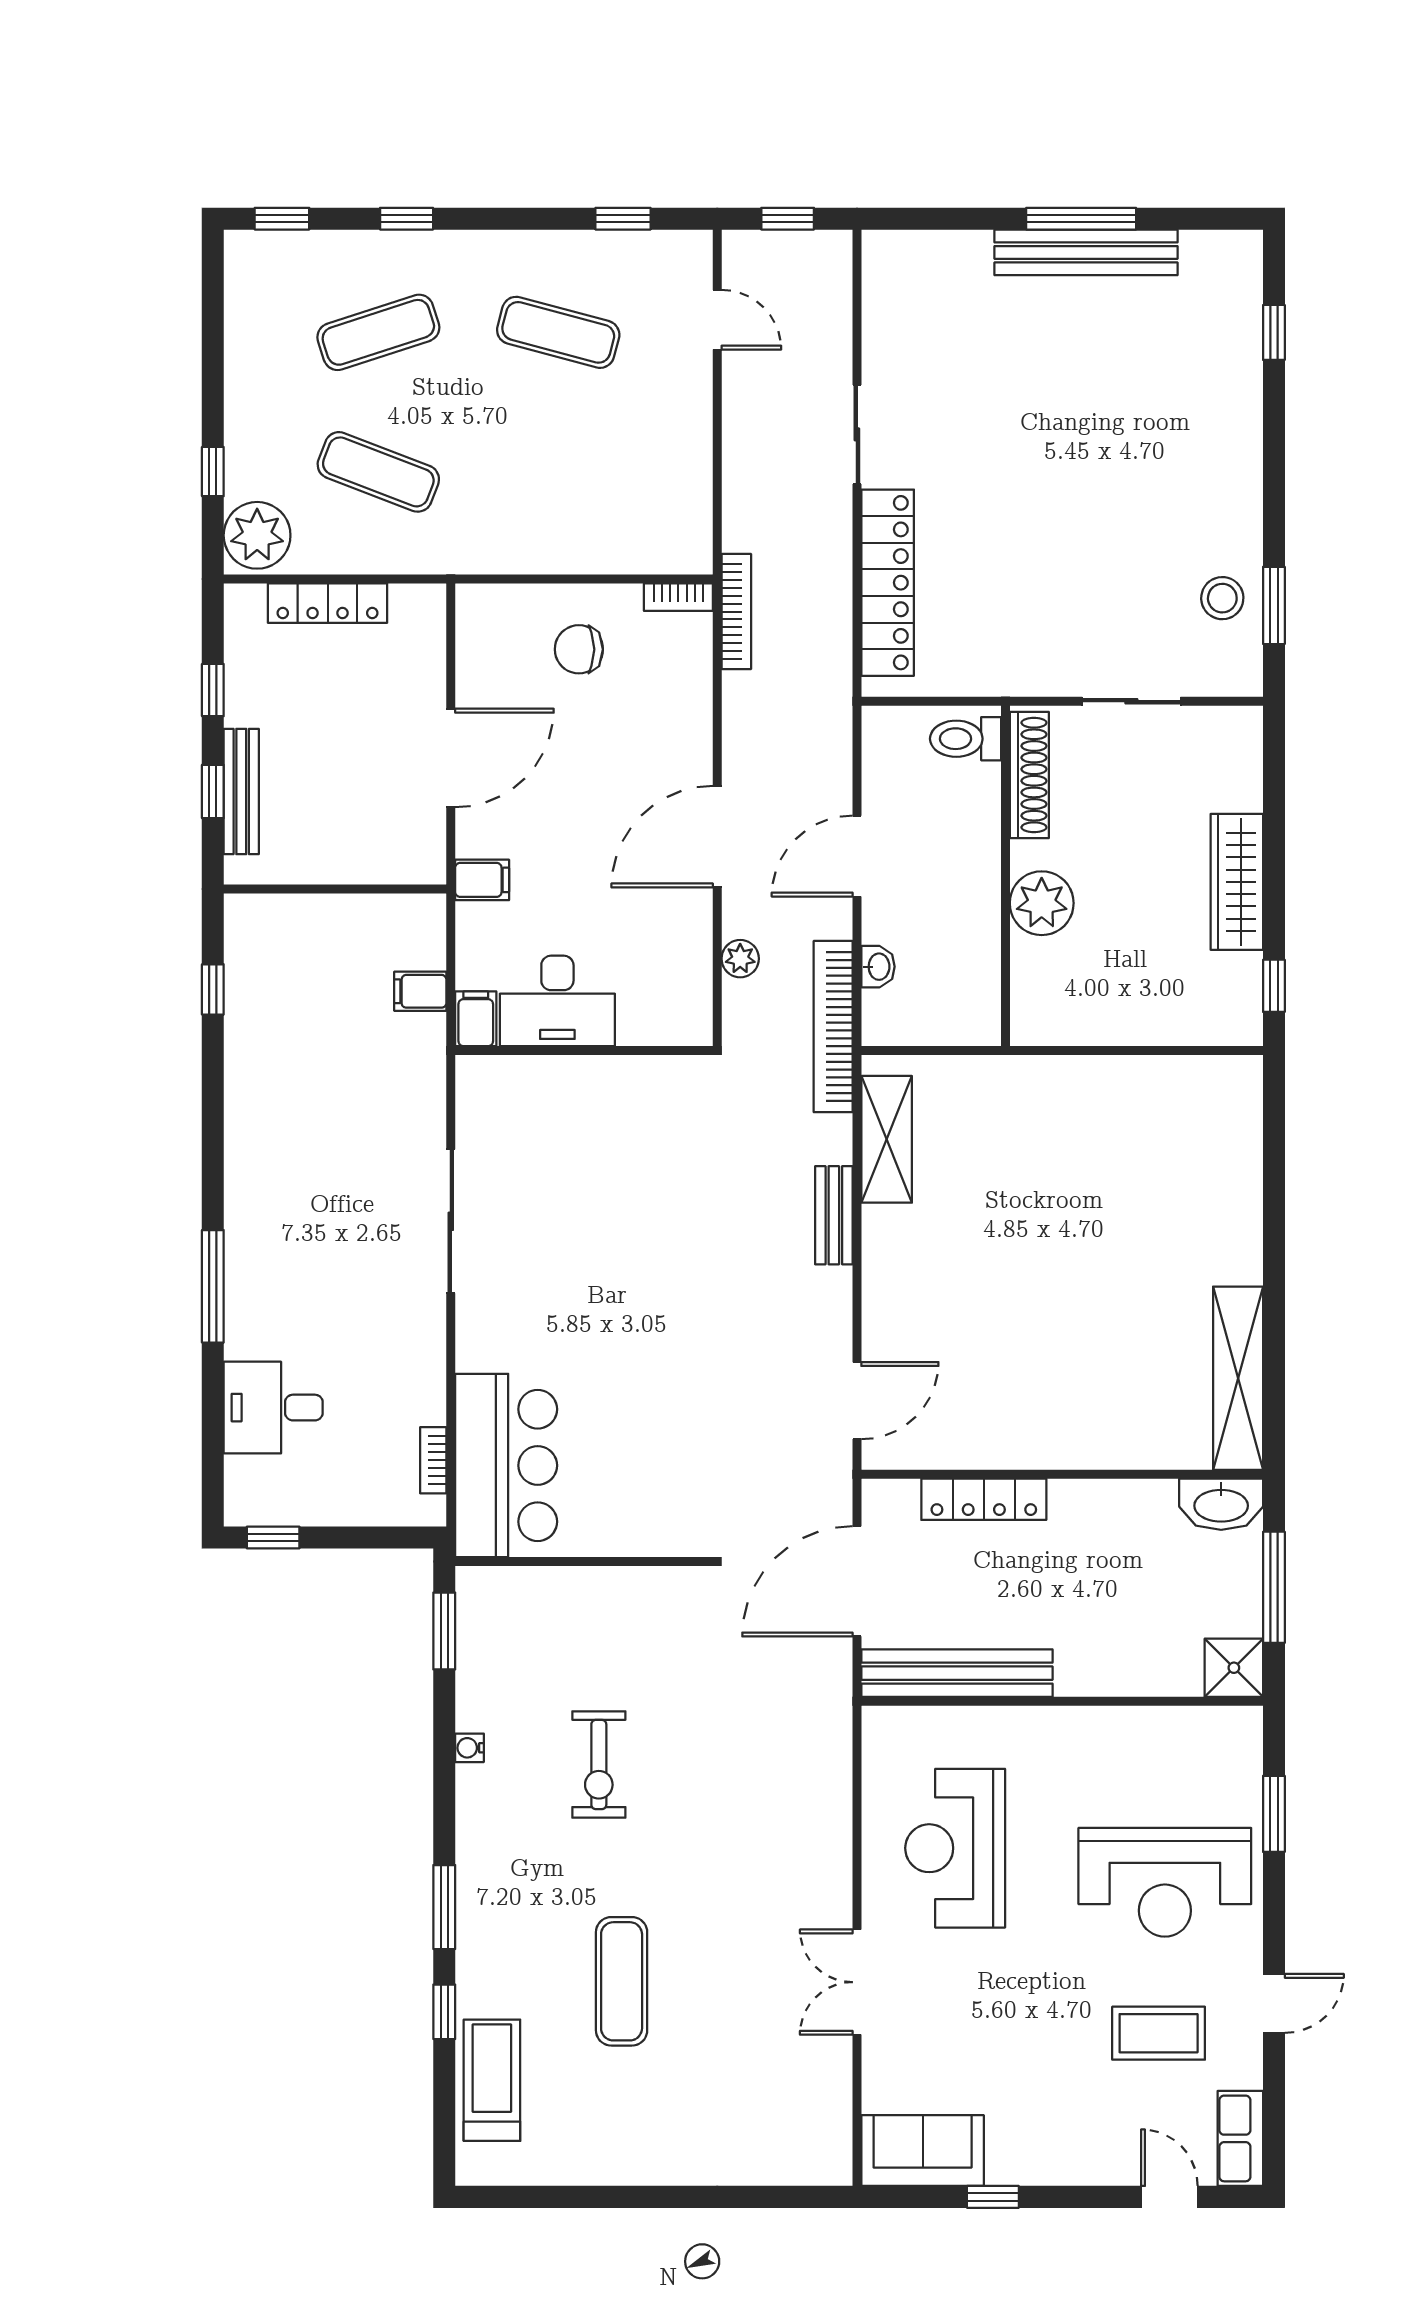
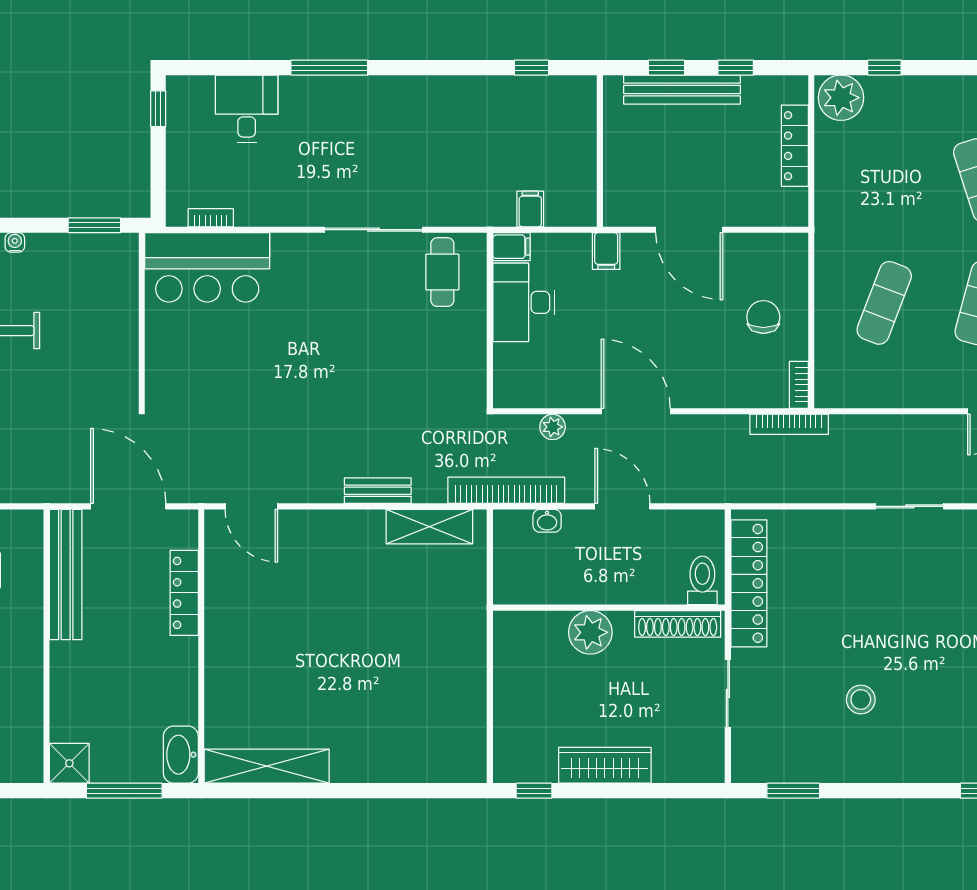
exercise mat: (378, 472) -> (884, 303), moved
locker: (888, 583) -> (749, 583), moved, turned -90
stool: (1222, 598) -> (861, 700), moved
bench: (241, 791) -> (682, 90), width x1.37, depth x1.21
cafe table: (513, 1120) -> (442, 272), added

